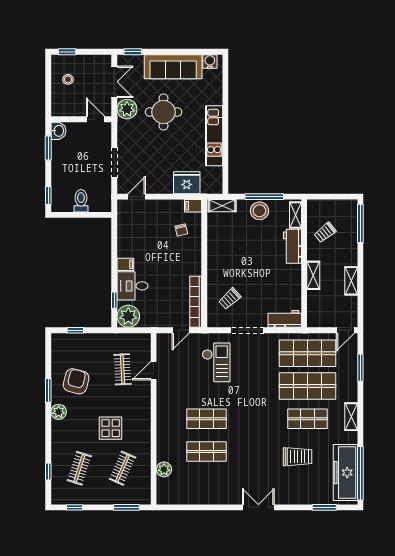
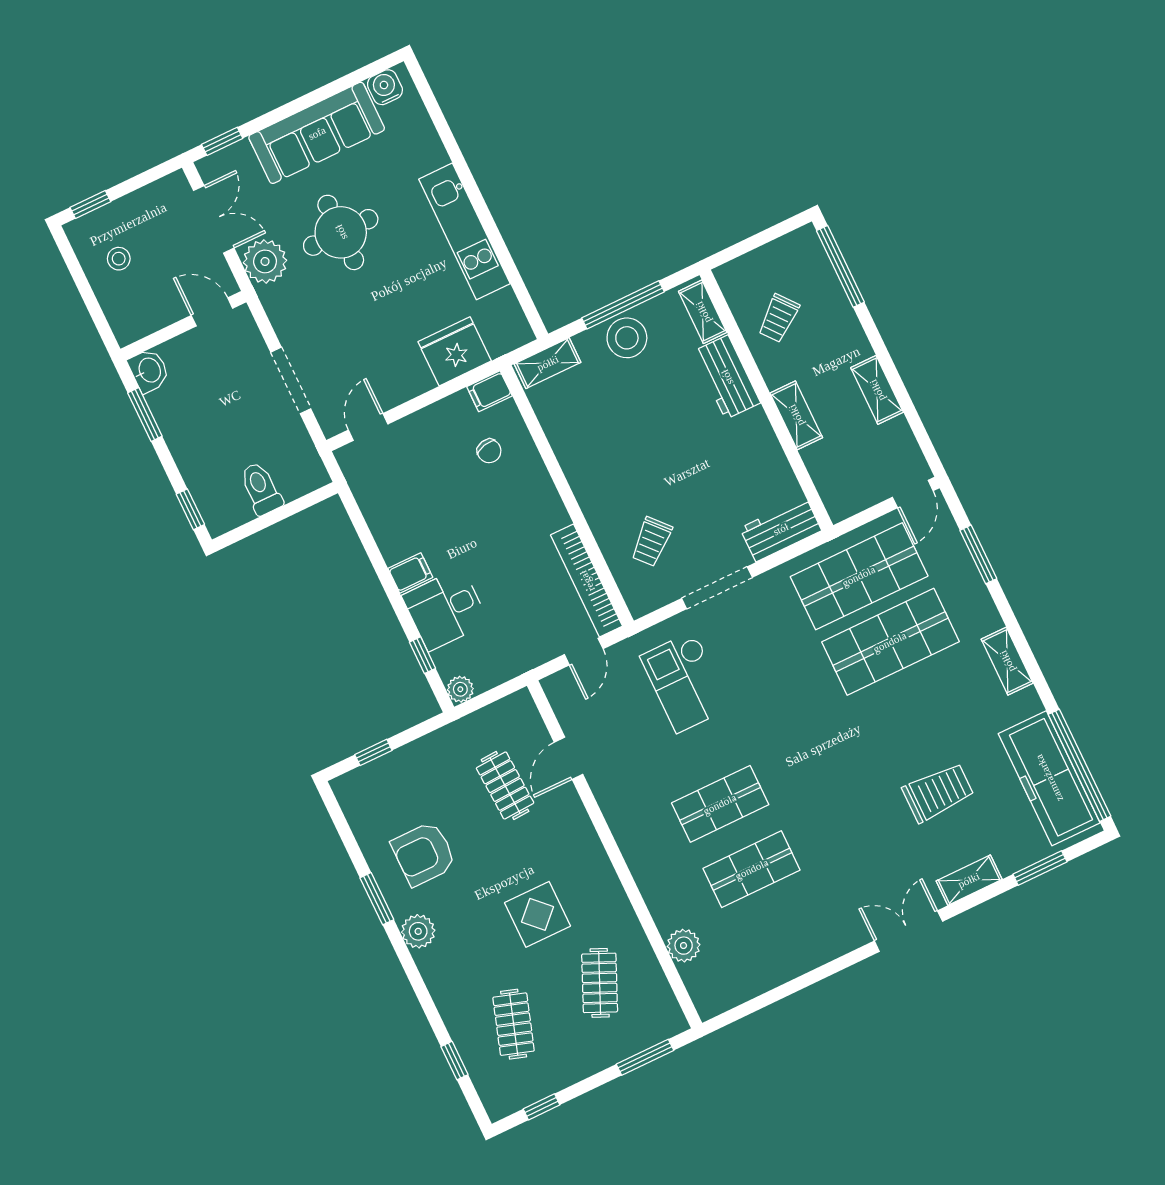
plant: (128, 316) -> (460, 689), width x0.53, depth x0.53
checkout: (216, 362) -> (685, 682), turned 180
armchair: (76, 381) -> (424, 854), turned -104
shop shelf: (308, 419) -> (922, 707), removed
shelving: (293, 498) -> (969, 880), added

